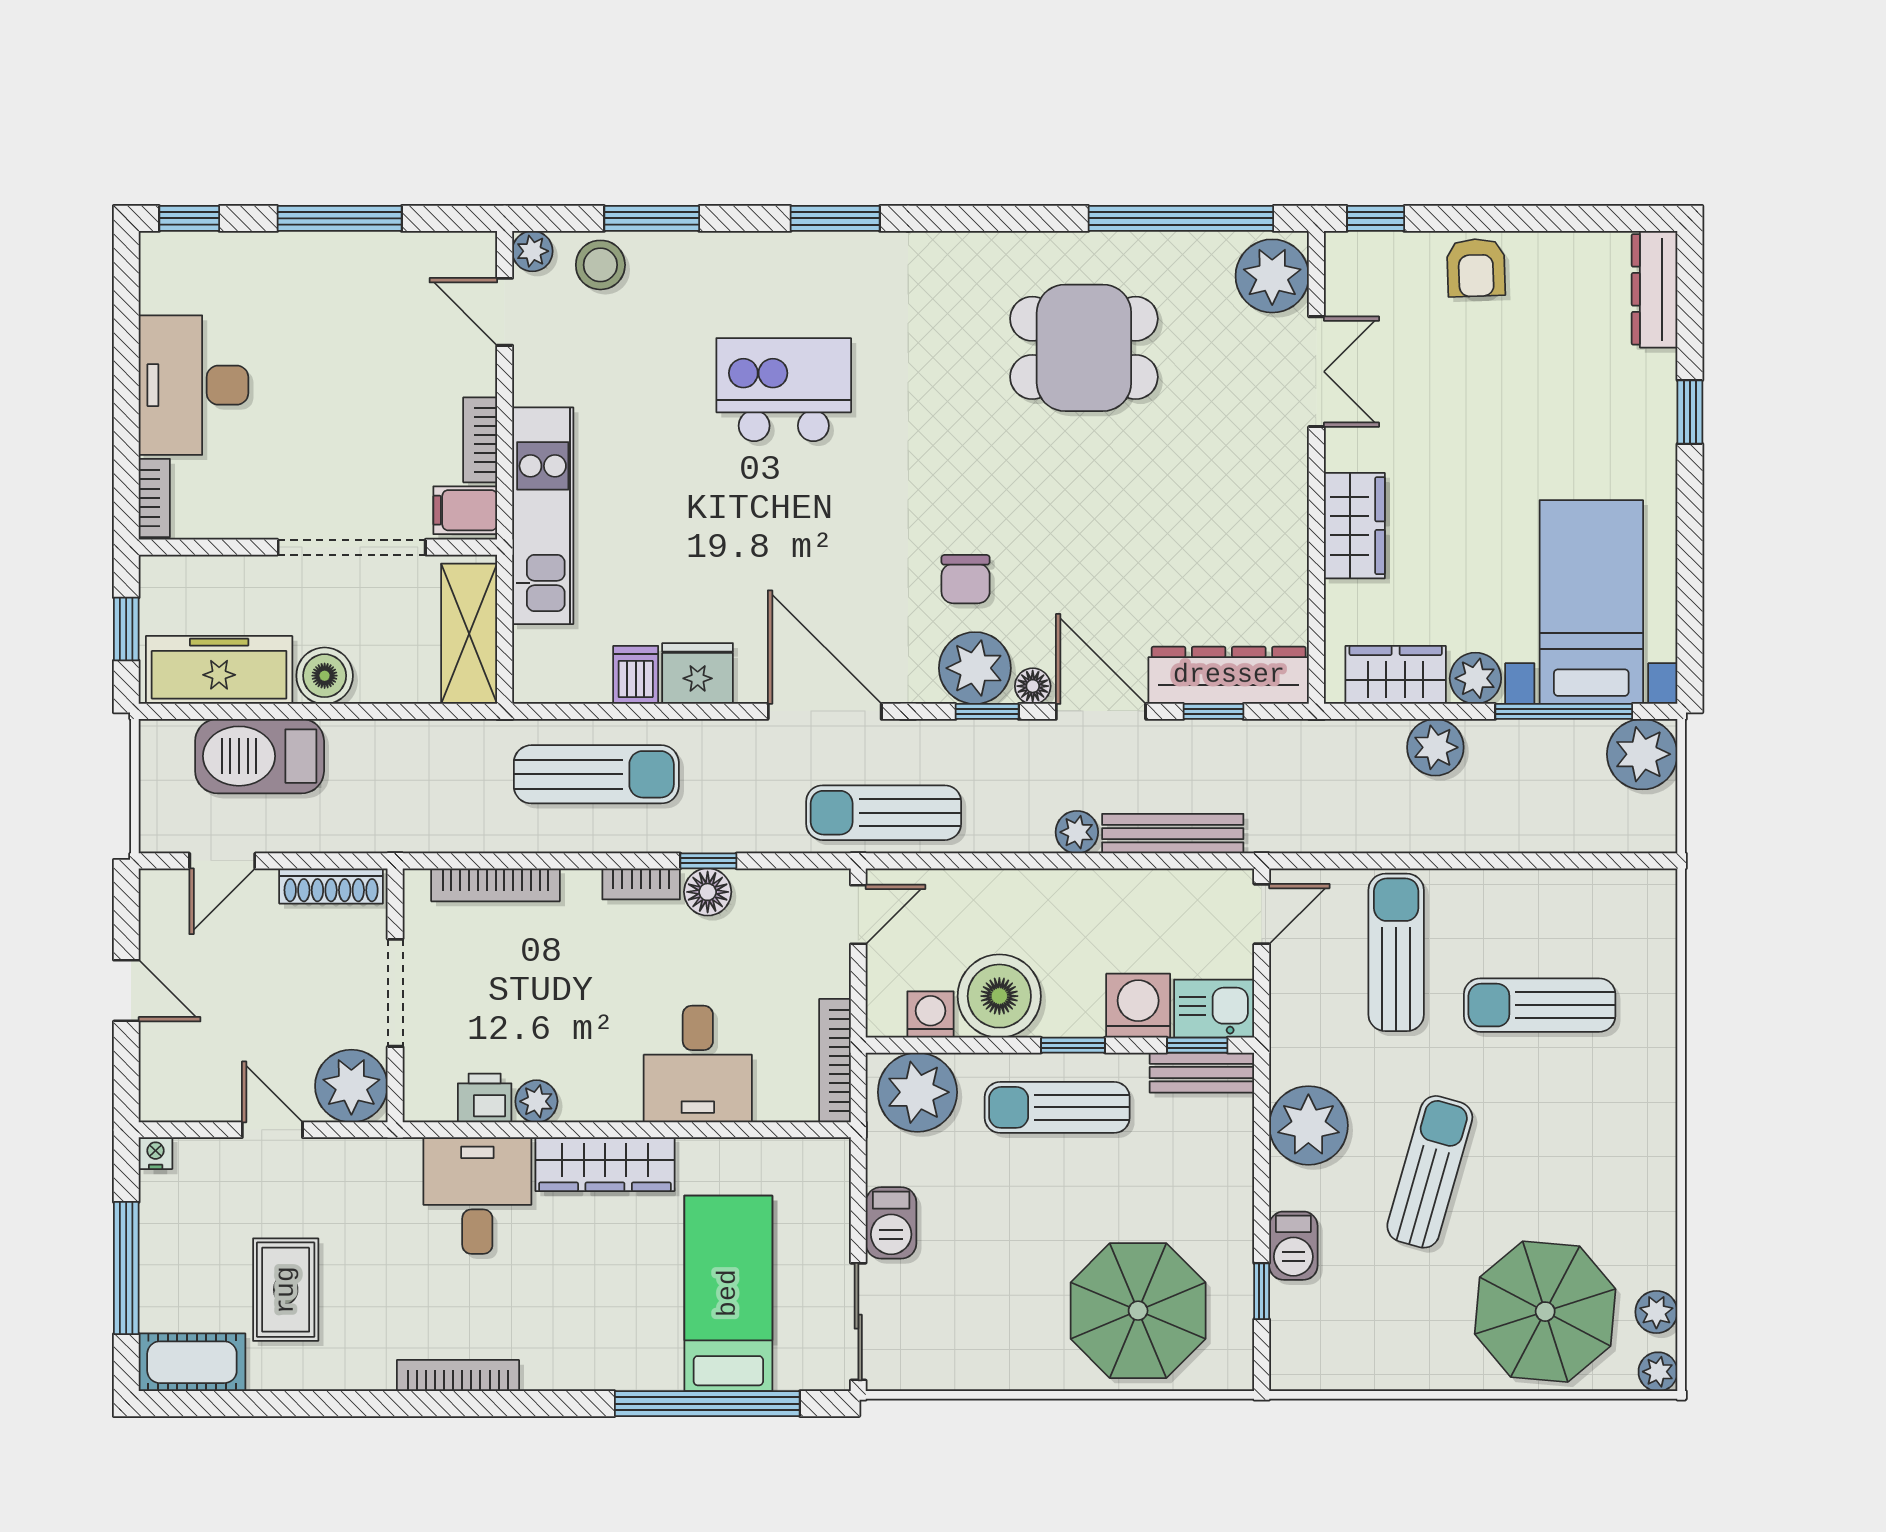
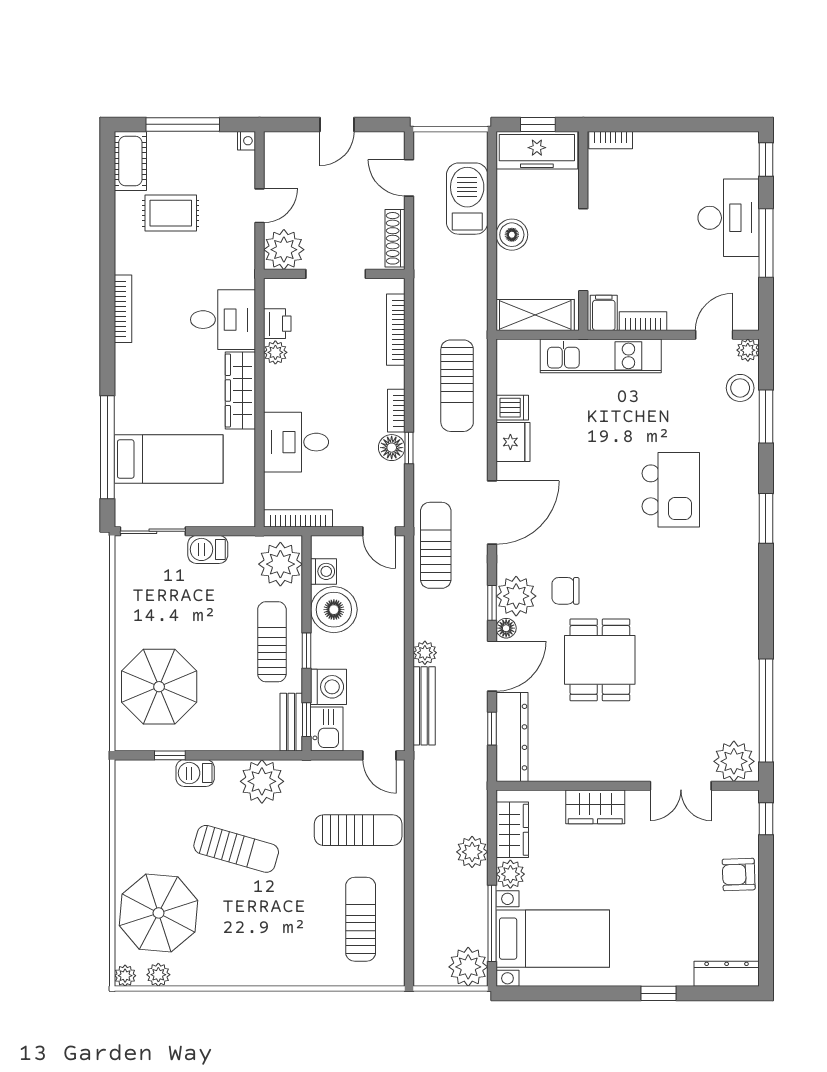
dining table: (1084, 348) -> (600, 660), moved
desk: (193, 385) -> (729, 218), moved, turned 90
freezer: (219, 670) -> (537, 150), moved, turned 90
sun lounger: (1540, 1005) -> (361, 919), moved

